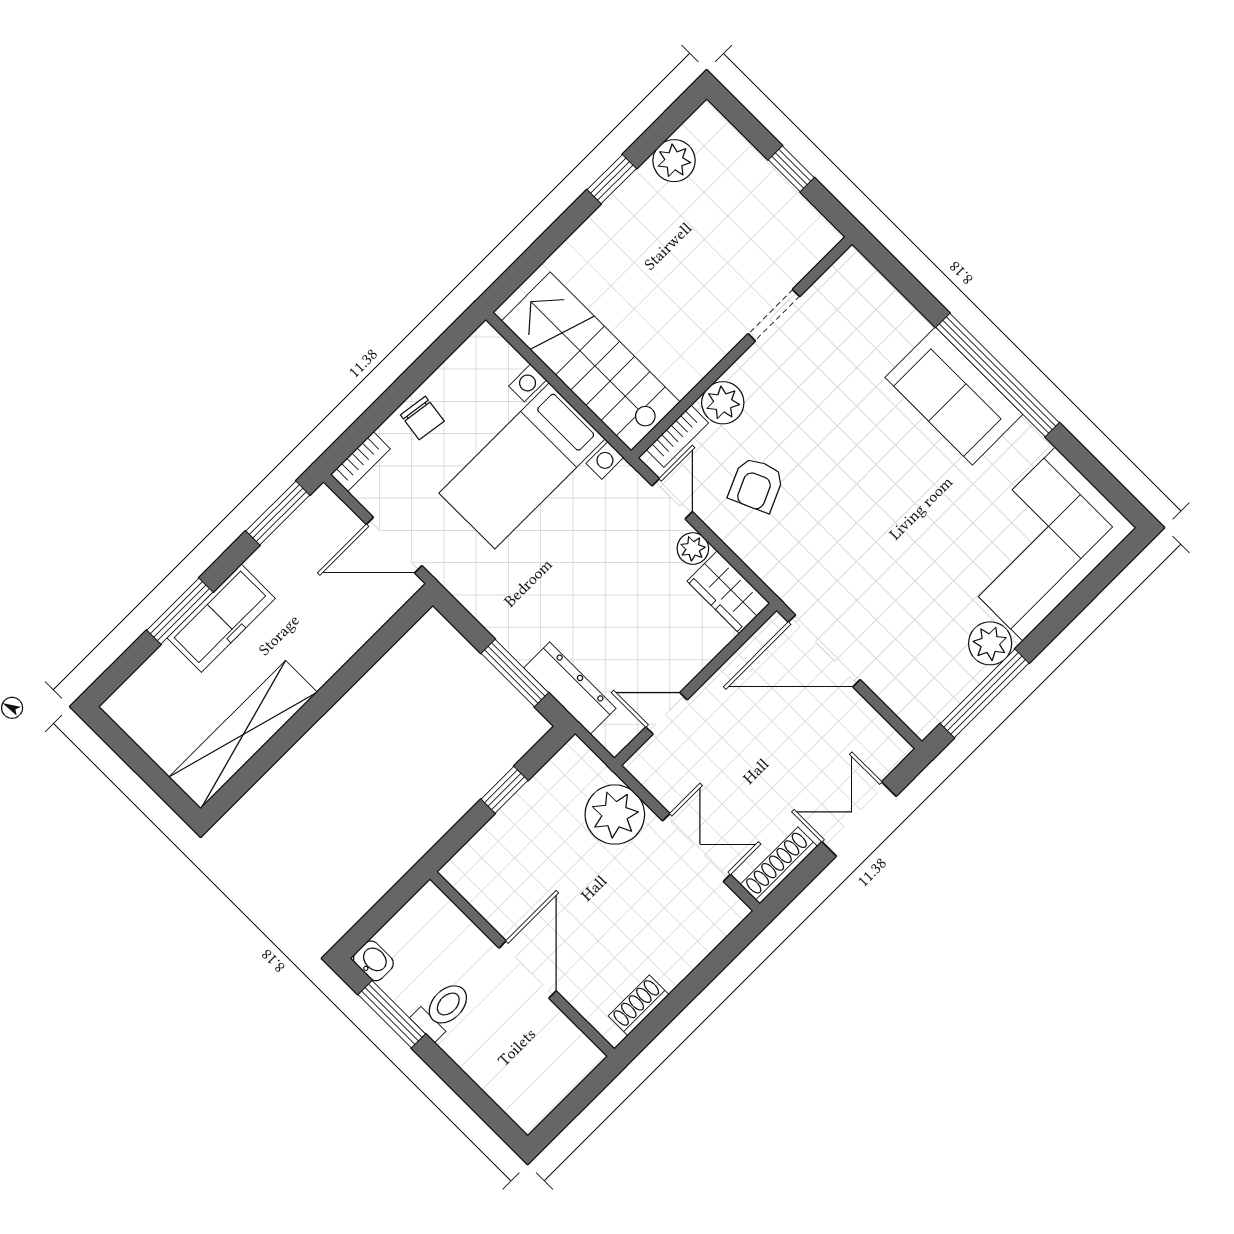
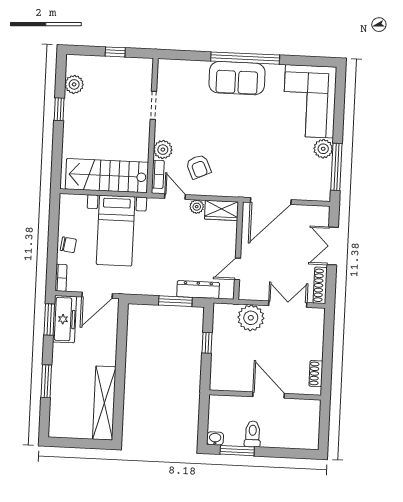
freezer: (221, 618) -> (64, 319), moved

